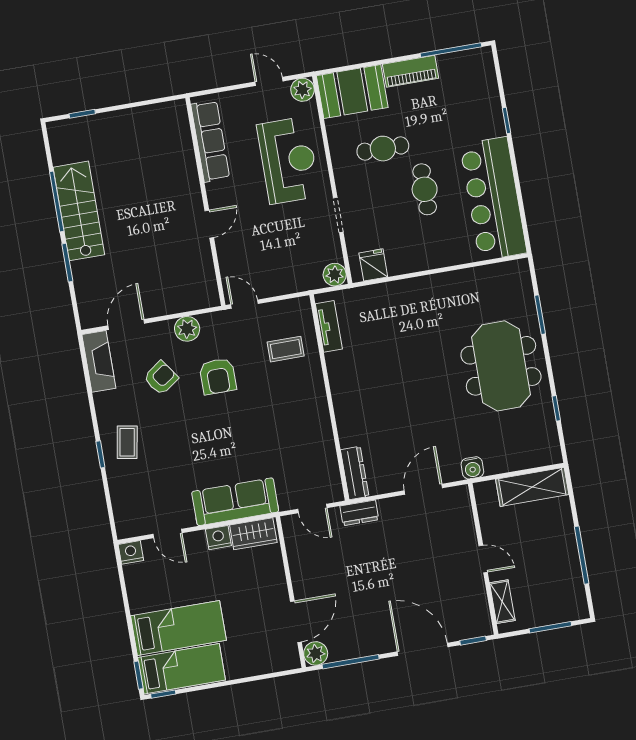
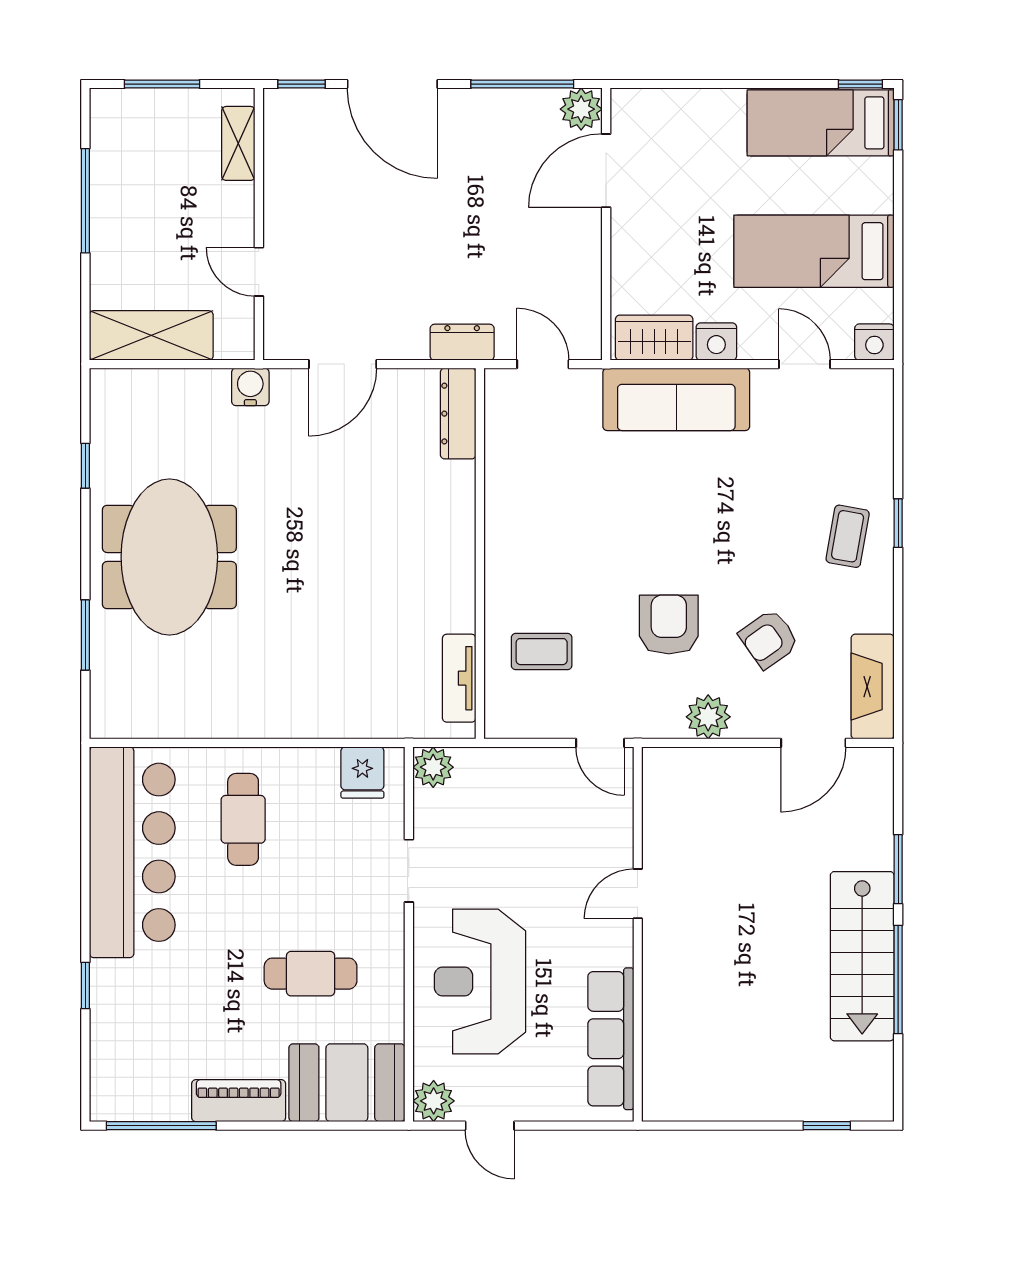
cafe table: (425, 189) -> (243, 819), moved
door: (483, 559) -> (259, 272), moved
bed: (178, 628) -> (814, 251), moved

